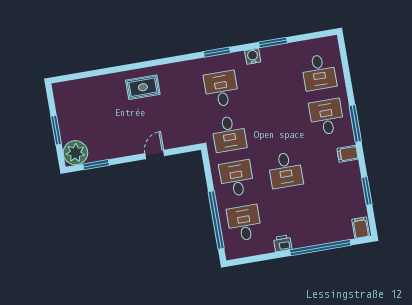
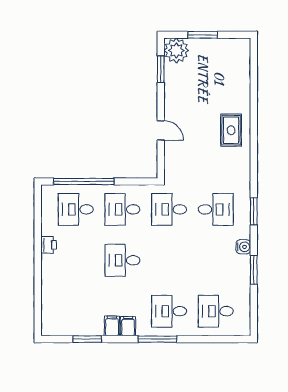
desk: (327, 117) -> (169, 311), turned 180
desk: (237, 178) -> (122, 209), turned 180
desk: (244, 223) -> (76, 209), turned 180
filing cabinet: (361, 228) -> (112, 326), moved, turned -90
window: (320, 248) -> (38, 282), removed

